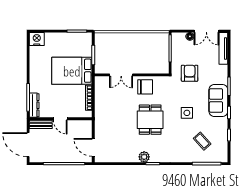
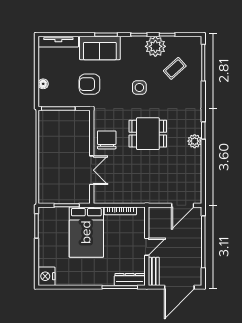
double door: (206, 31) -> (37, 63), removed
sofa: (218, 100) -> (100, 48), moved
plant: (220, 126) -> (155, 46), added

